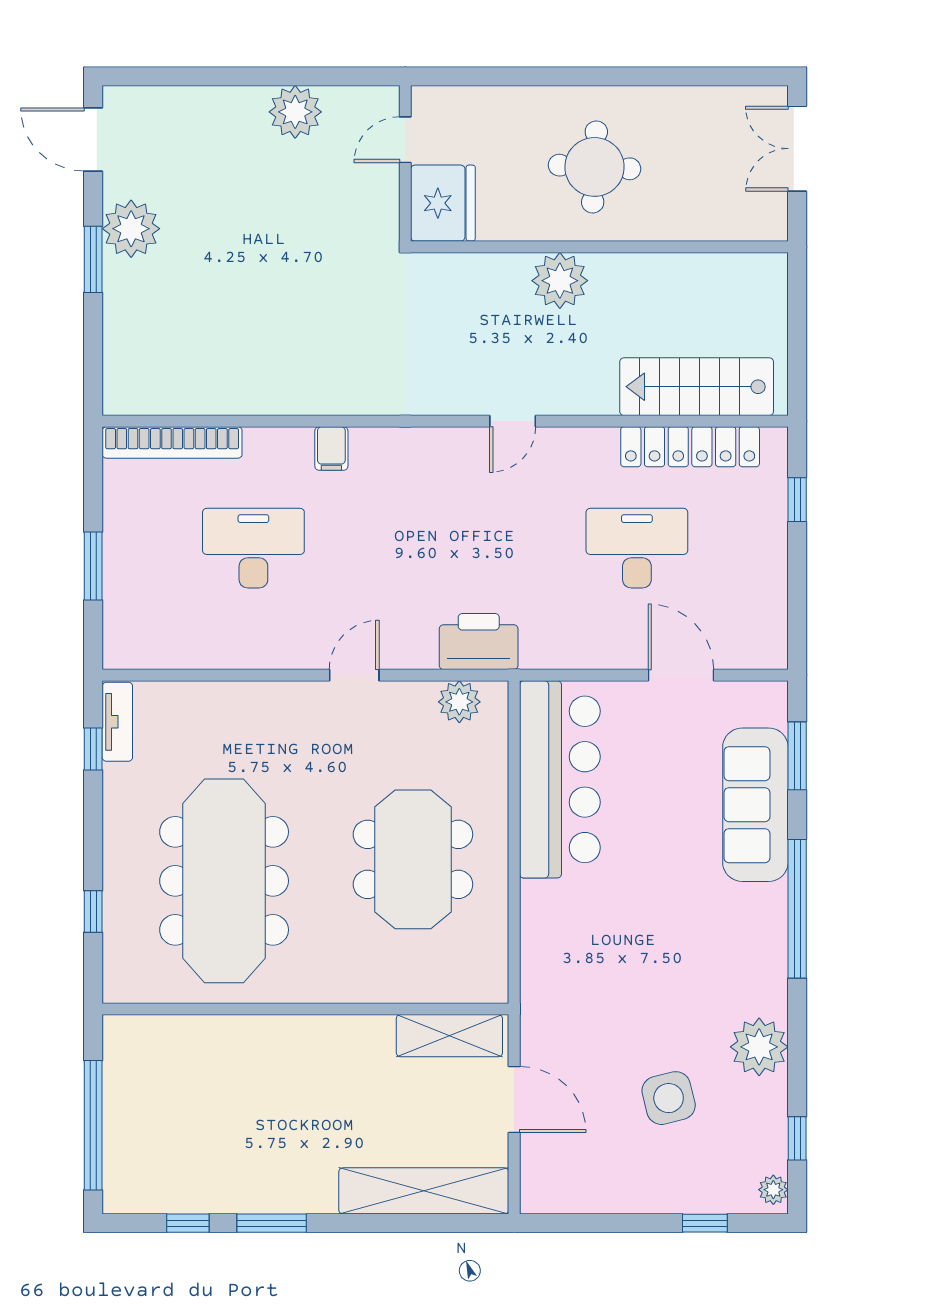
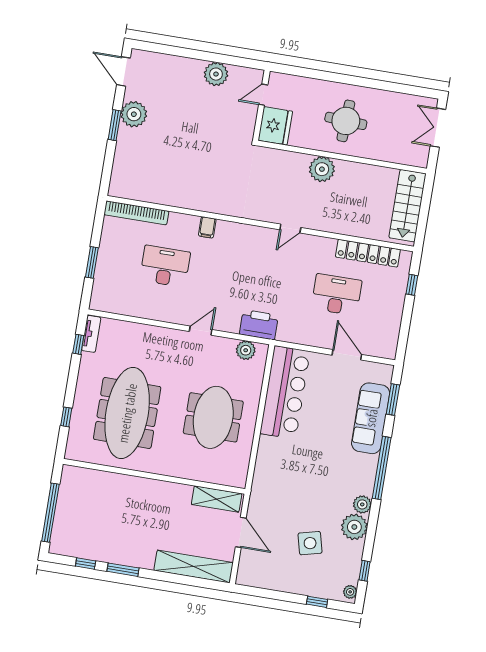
stairs: (697, 387) -> (408, 206), moved, turned -90
plant: (768, 995) -> (362, 504), added

